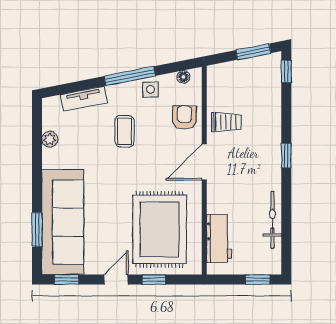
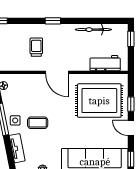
side table: (151, 89) -> (15, 120), moved
armchair: (184, 117) -> (29, 85), removed
trolley: (226, 122) -> (36, 47), moved

